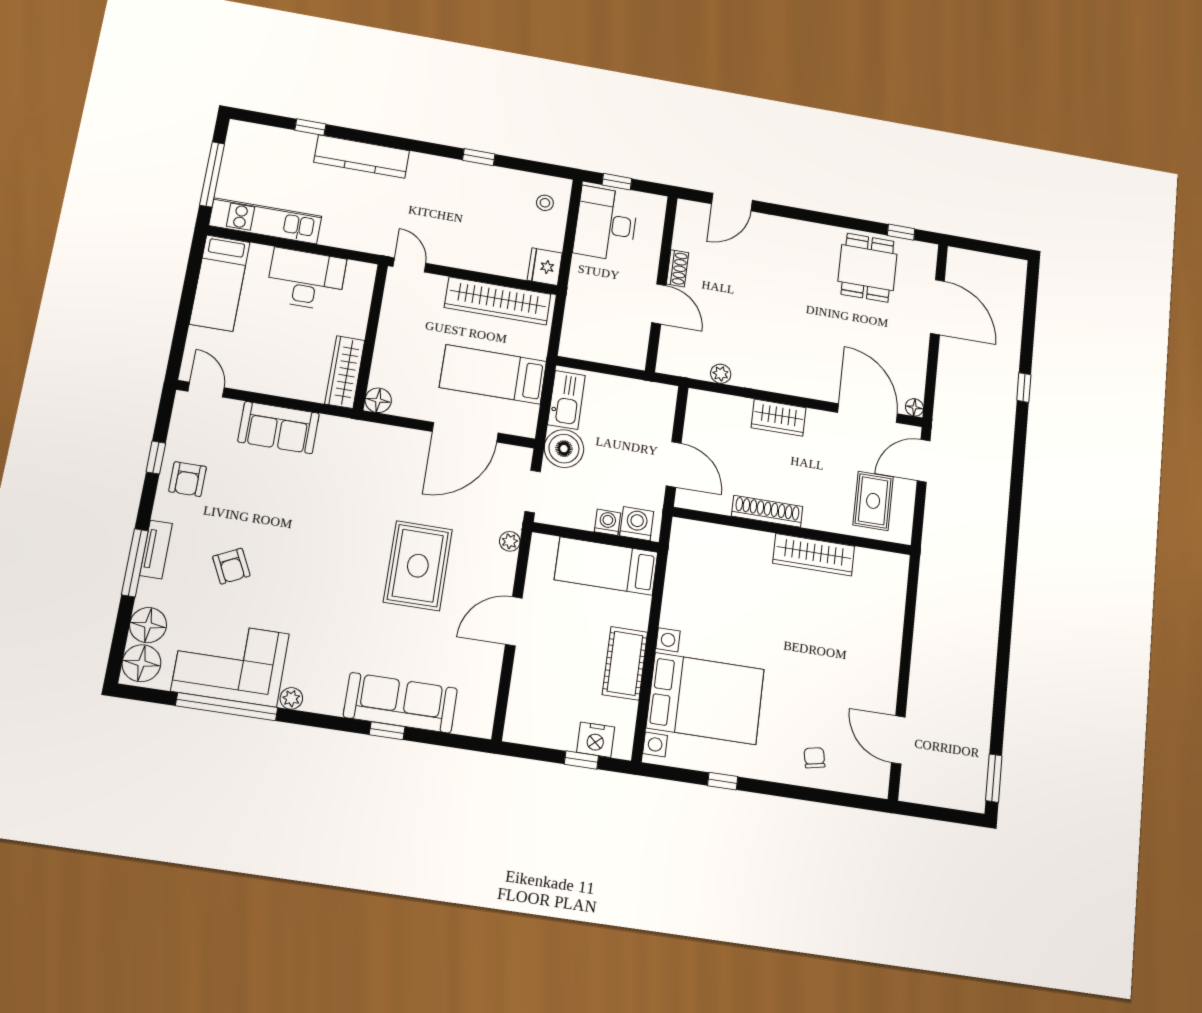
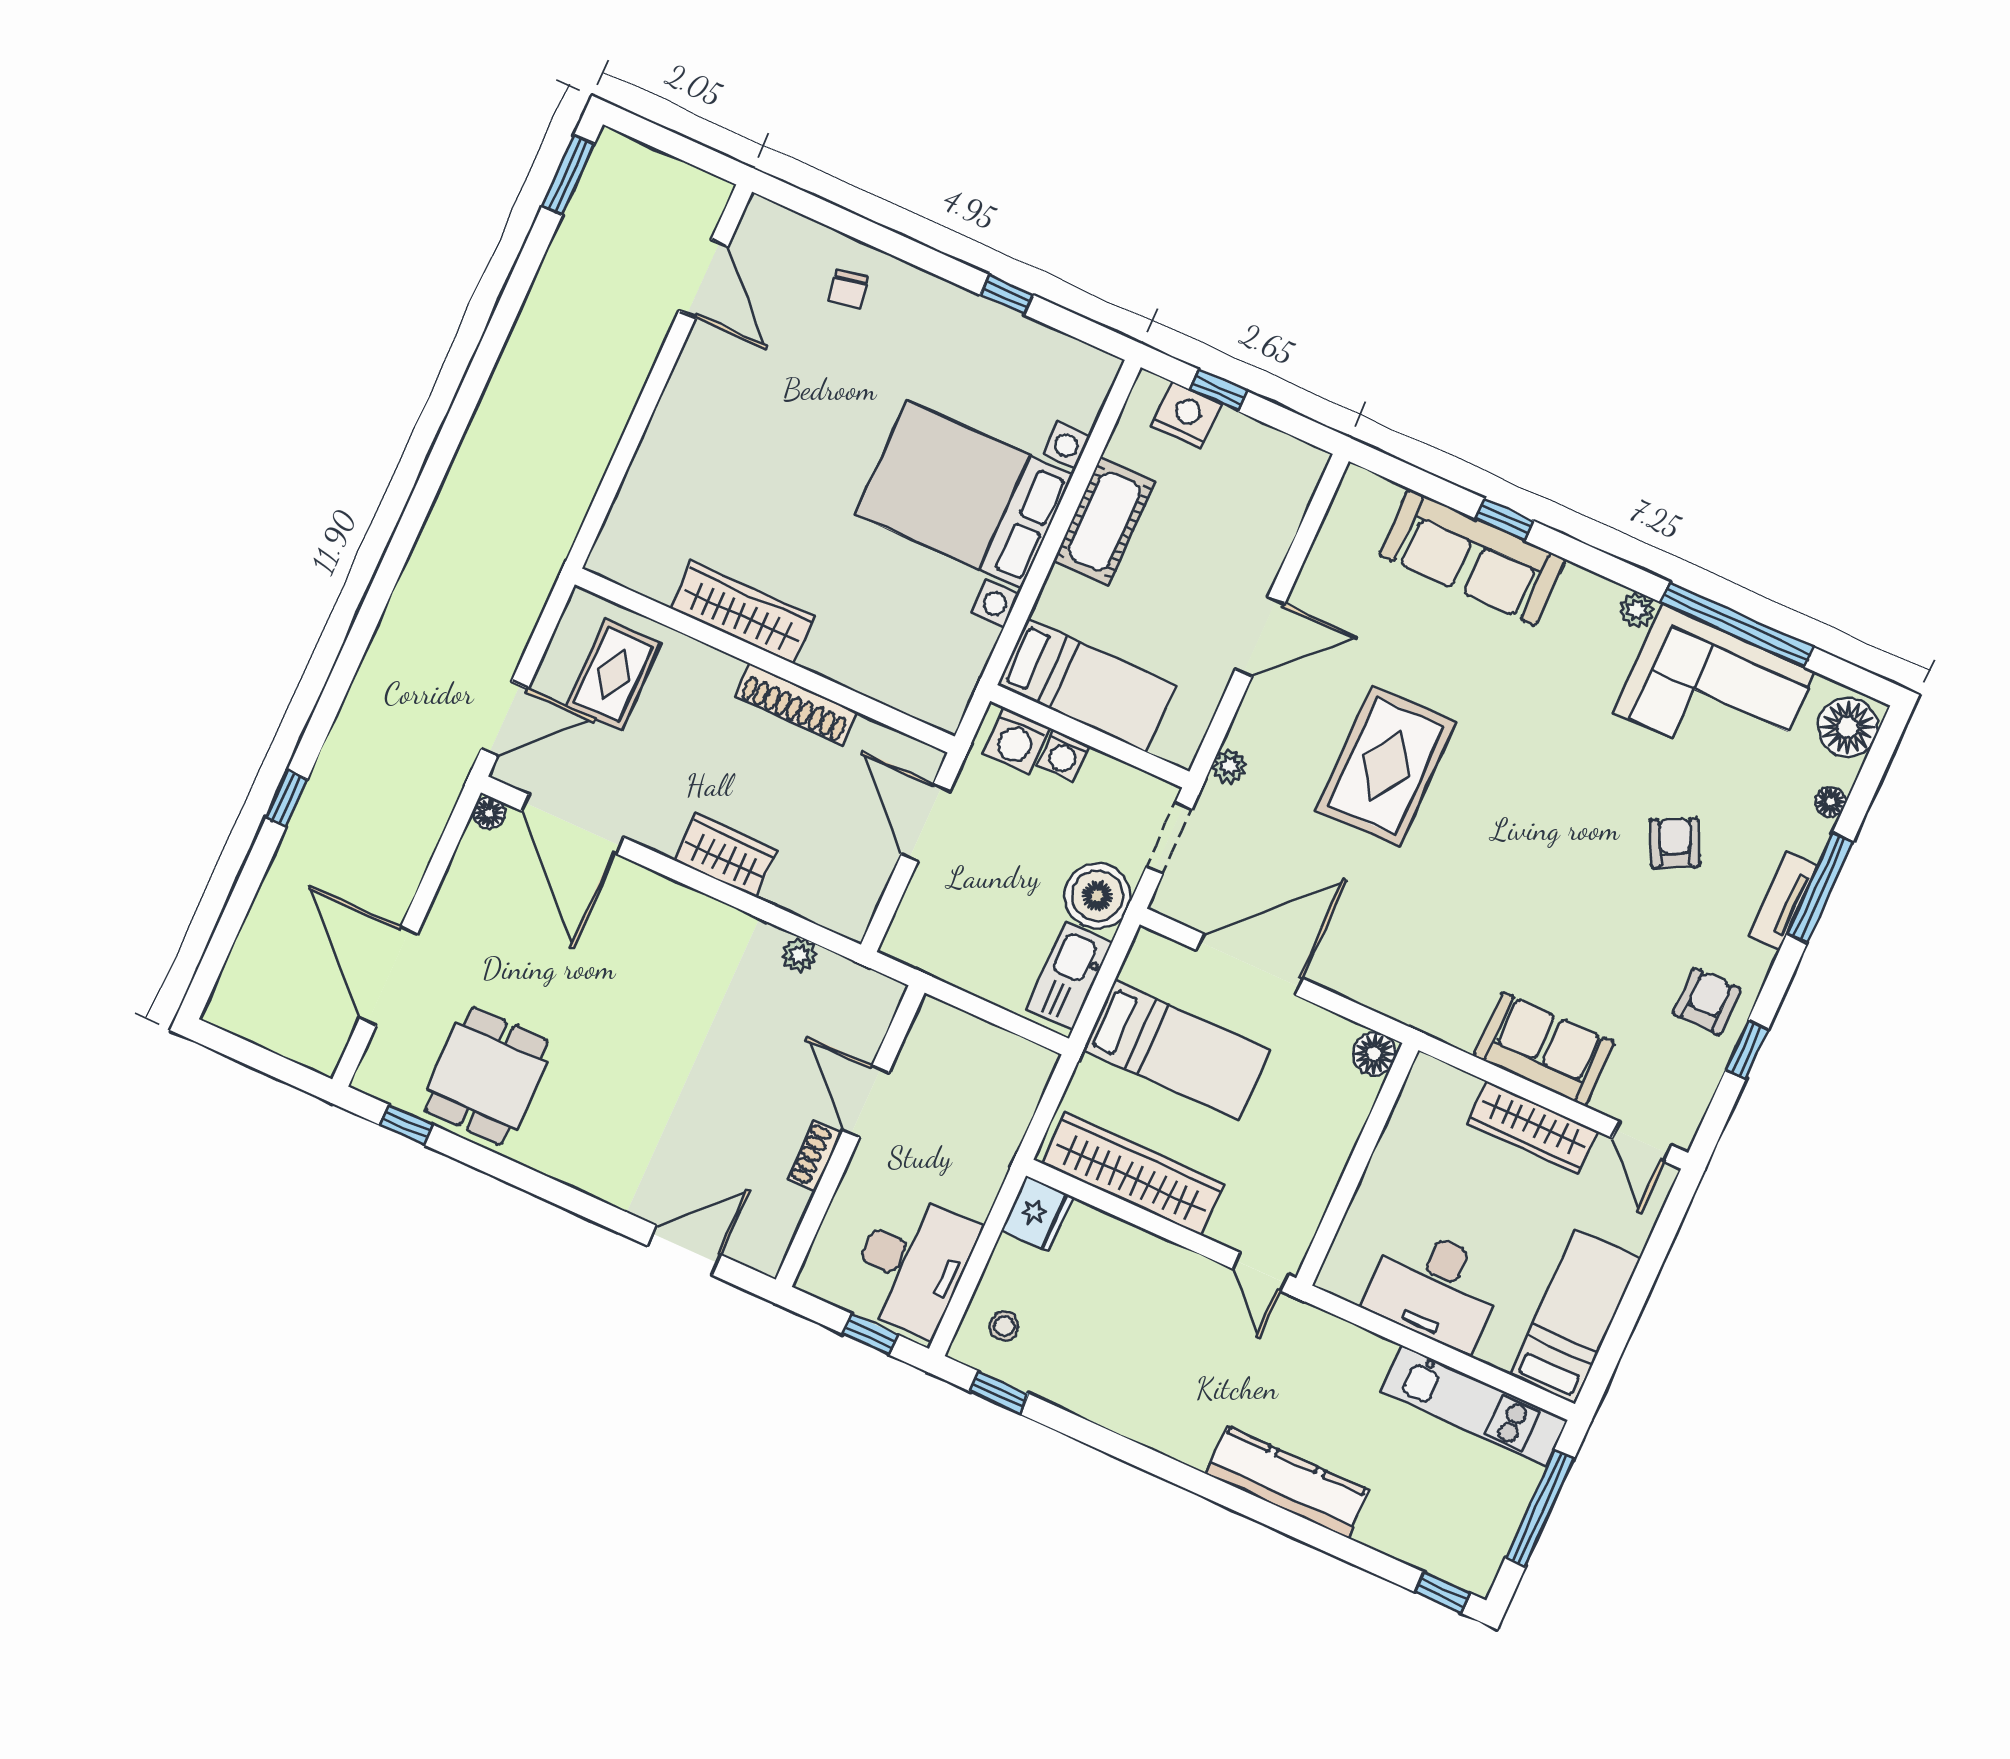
window: (310, 127) -> (1442, 1593), moved
window: (479, 157) -> (999, 1393), moved
wardrobe: (345, 372) -> (1532, 1127), moved, turned 90
floor lamp: (148, 625) -> (1830, 802), width x0.53, depth x0.53
bed with nightstands: (705, 698) -> (964, 495), moved

